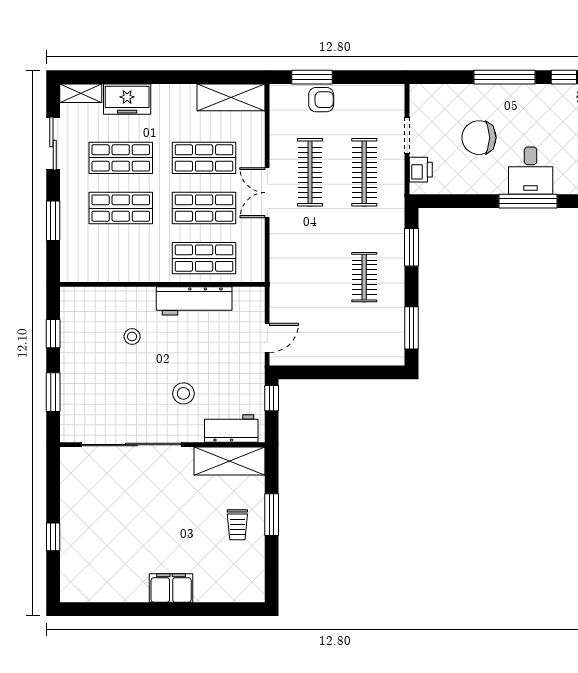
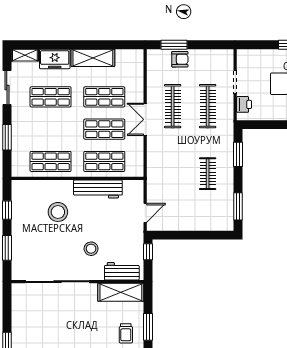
shelving: (231, 97) -> (93, 58), moved
shop shelf: (121, 208) -> (51, 161), moved
stool: (132, 336) -> (58, 212), width x1.89, depth x1.89

